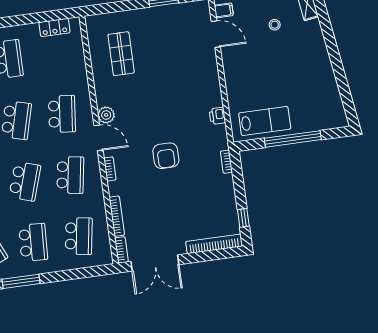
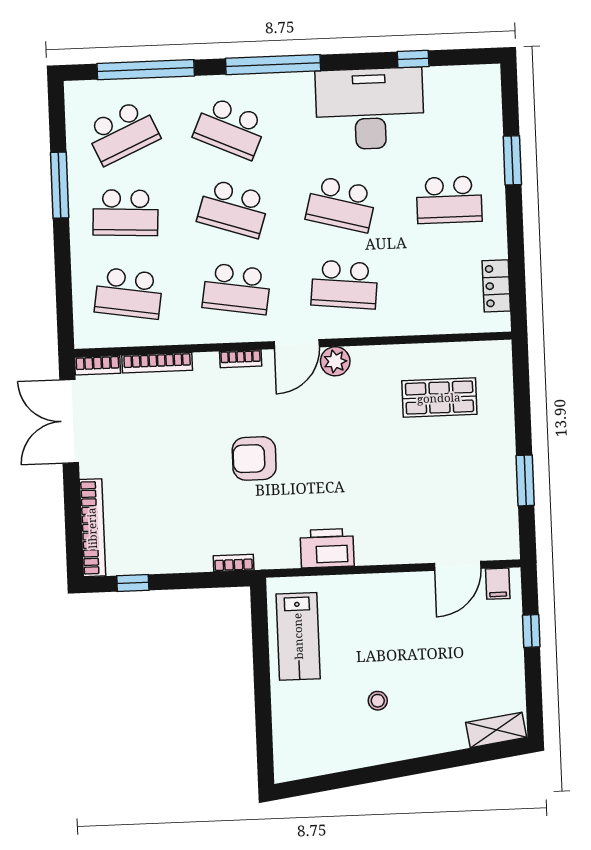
stool: (275, 25) -> (378, 701), moved
printer: (217, 116) -> (327, 548), width x1.87, depth x1.48
window: (293, 139) -> (262, 682), removed

